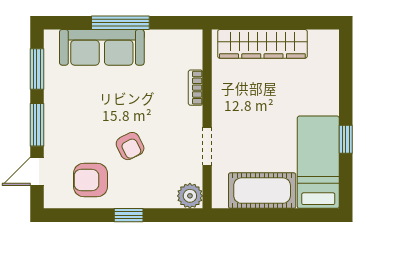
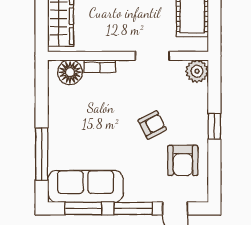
window: (120, 23) -> (42, 154), moved
sofa: (102, 47) -> (85, 186), moved, turned -90
floor lamp: (189, 54) -> (70, 72), added

